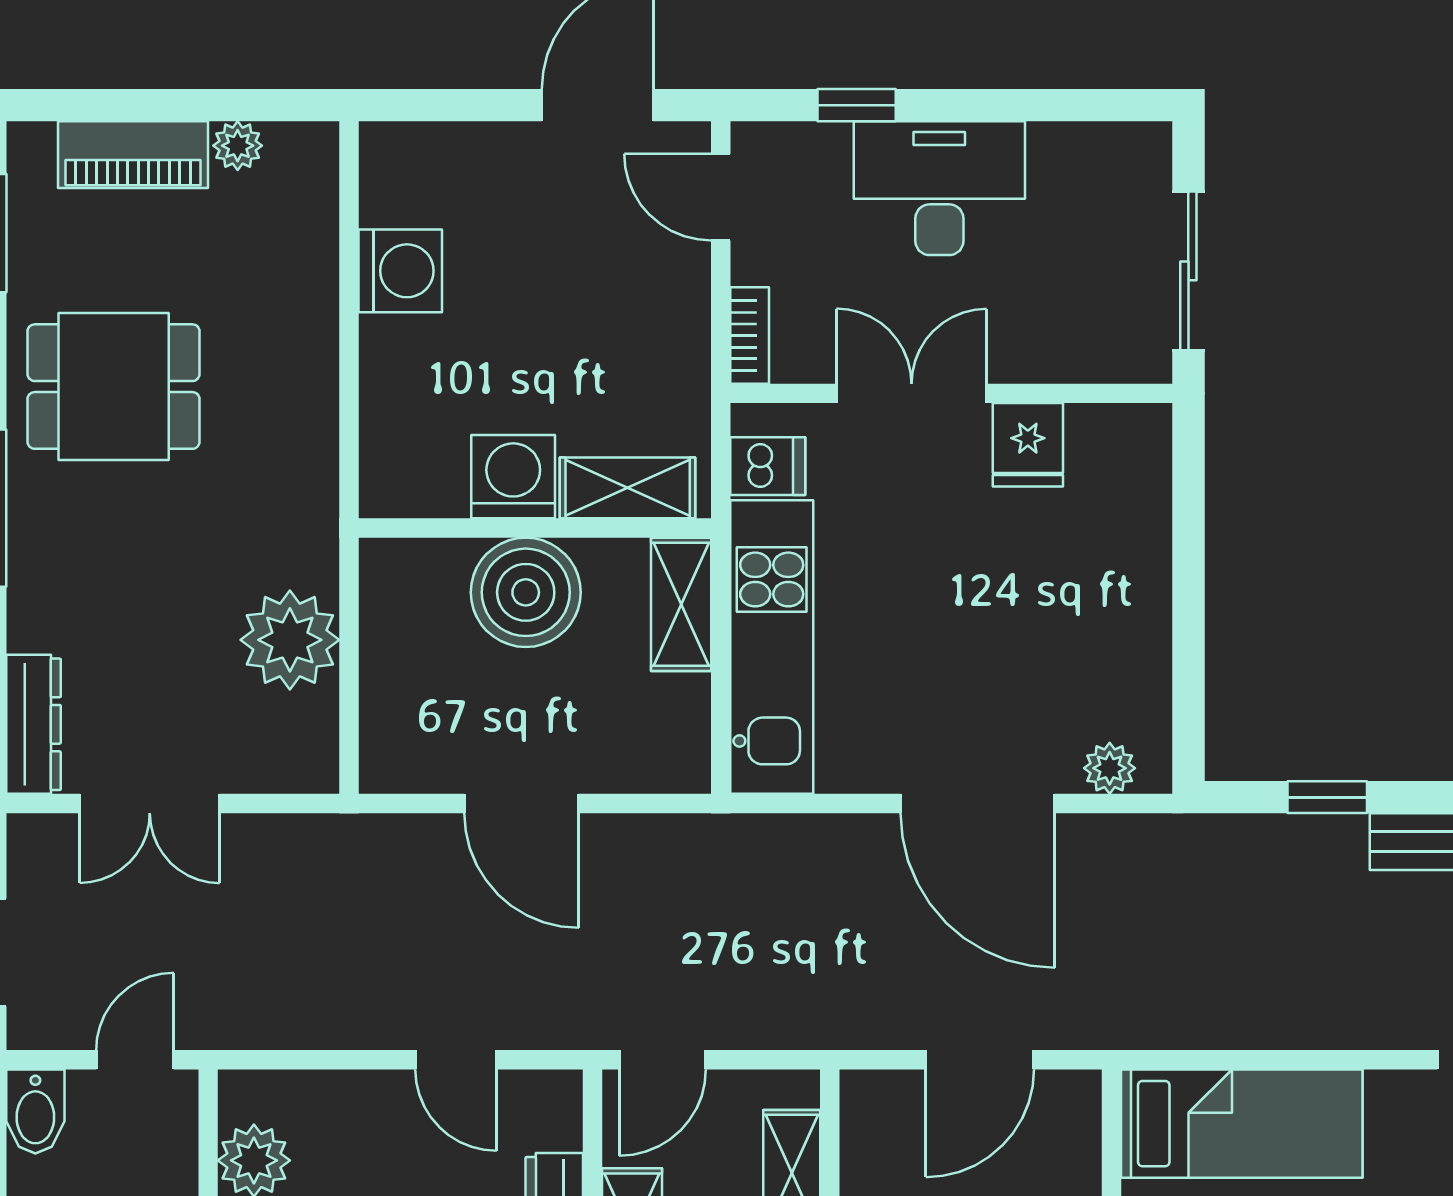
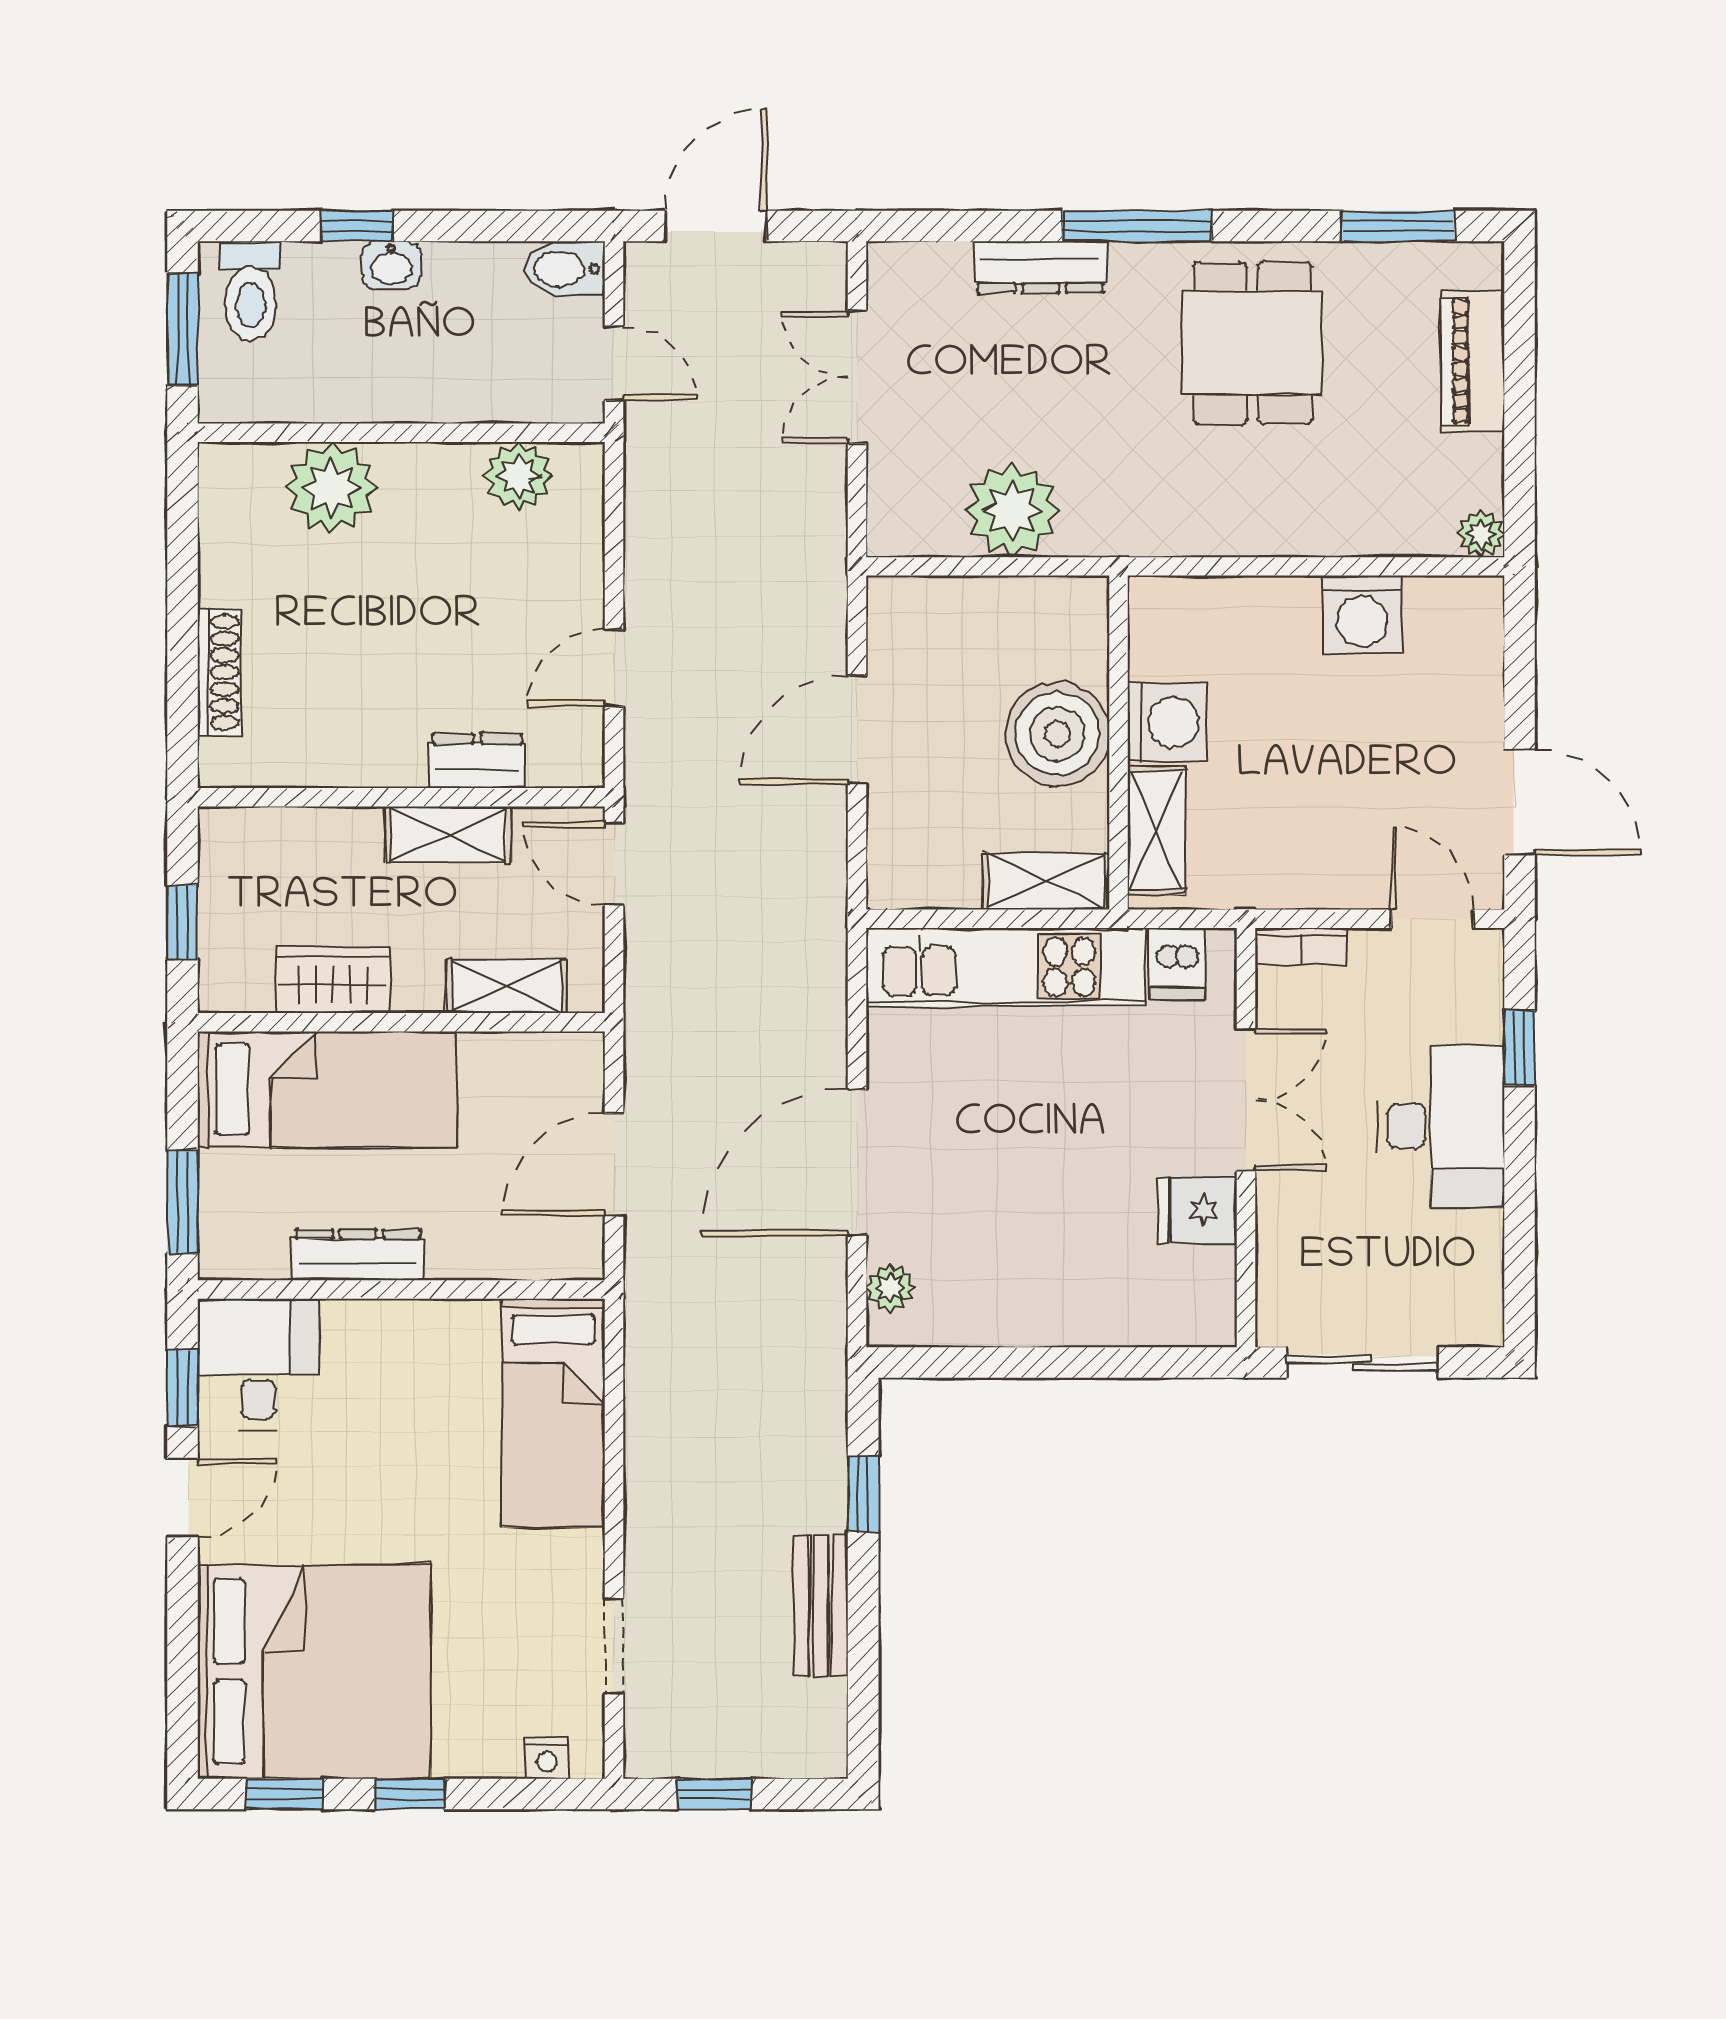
plant: (238, 146) -> (1481, 534), moved
door: (721, 197) -> (1432, 919), hinge flipped
dresser: (34, 724) -> (1041, 267), moved
door: (980, 1060) -> (614, 1165), hinge flipped

